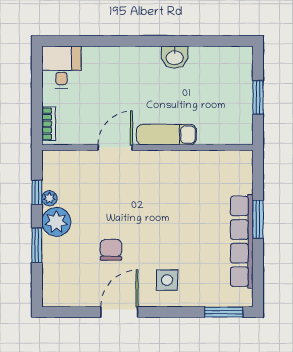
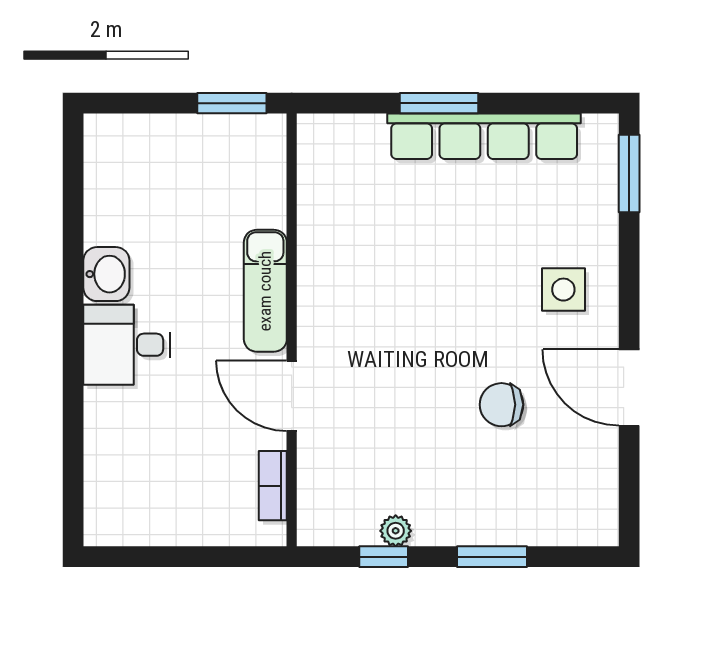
desk: (61, 67) -> (127, 345), moved
window: (258, 97) -> (232, 103), moved
bookcase: (49, 124) -> (273, 486), moved, turned -90
plant: (56, 222) -> (444, 517), removed

